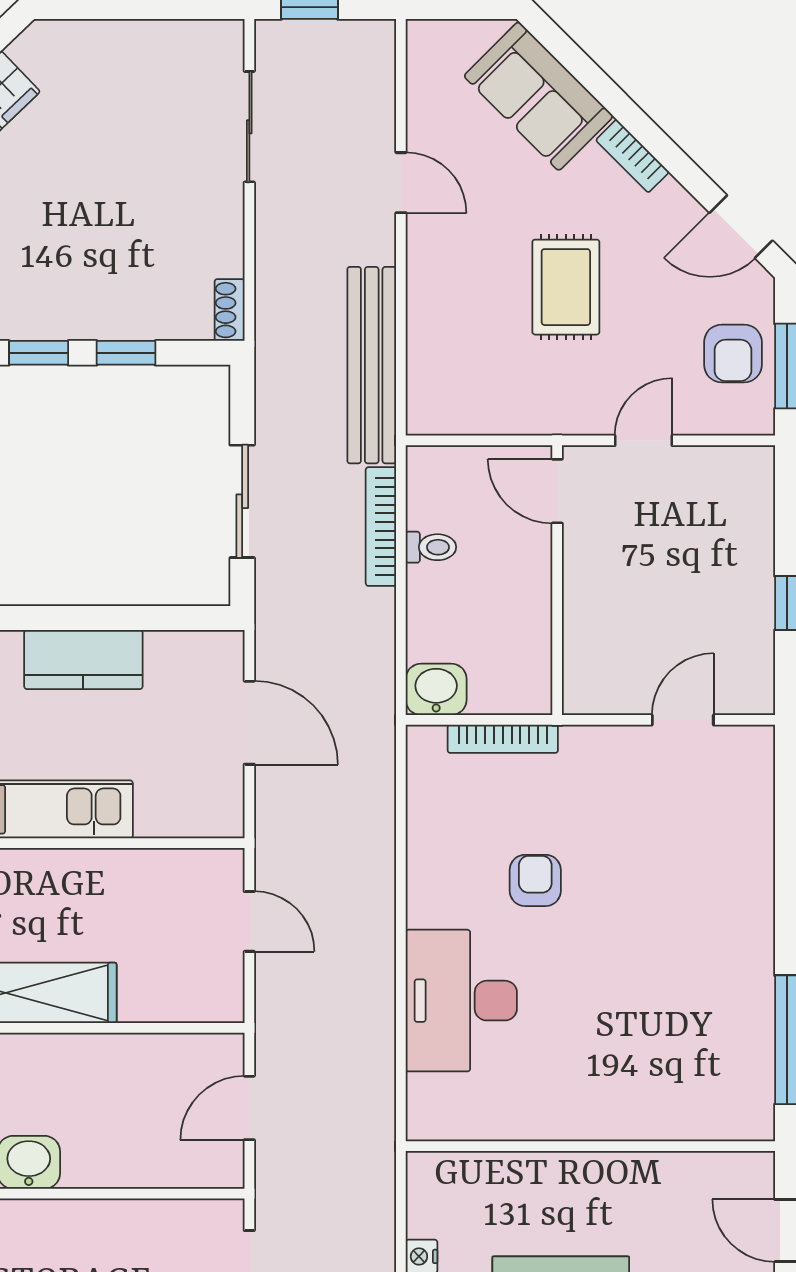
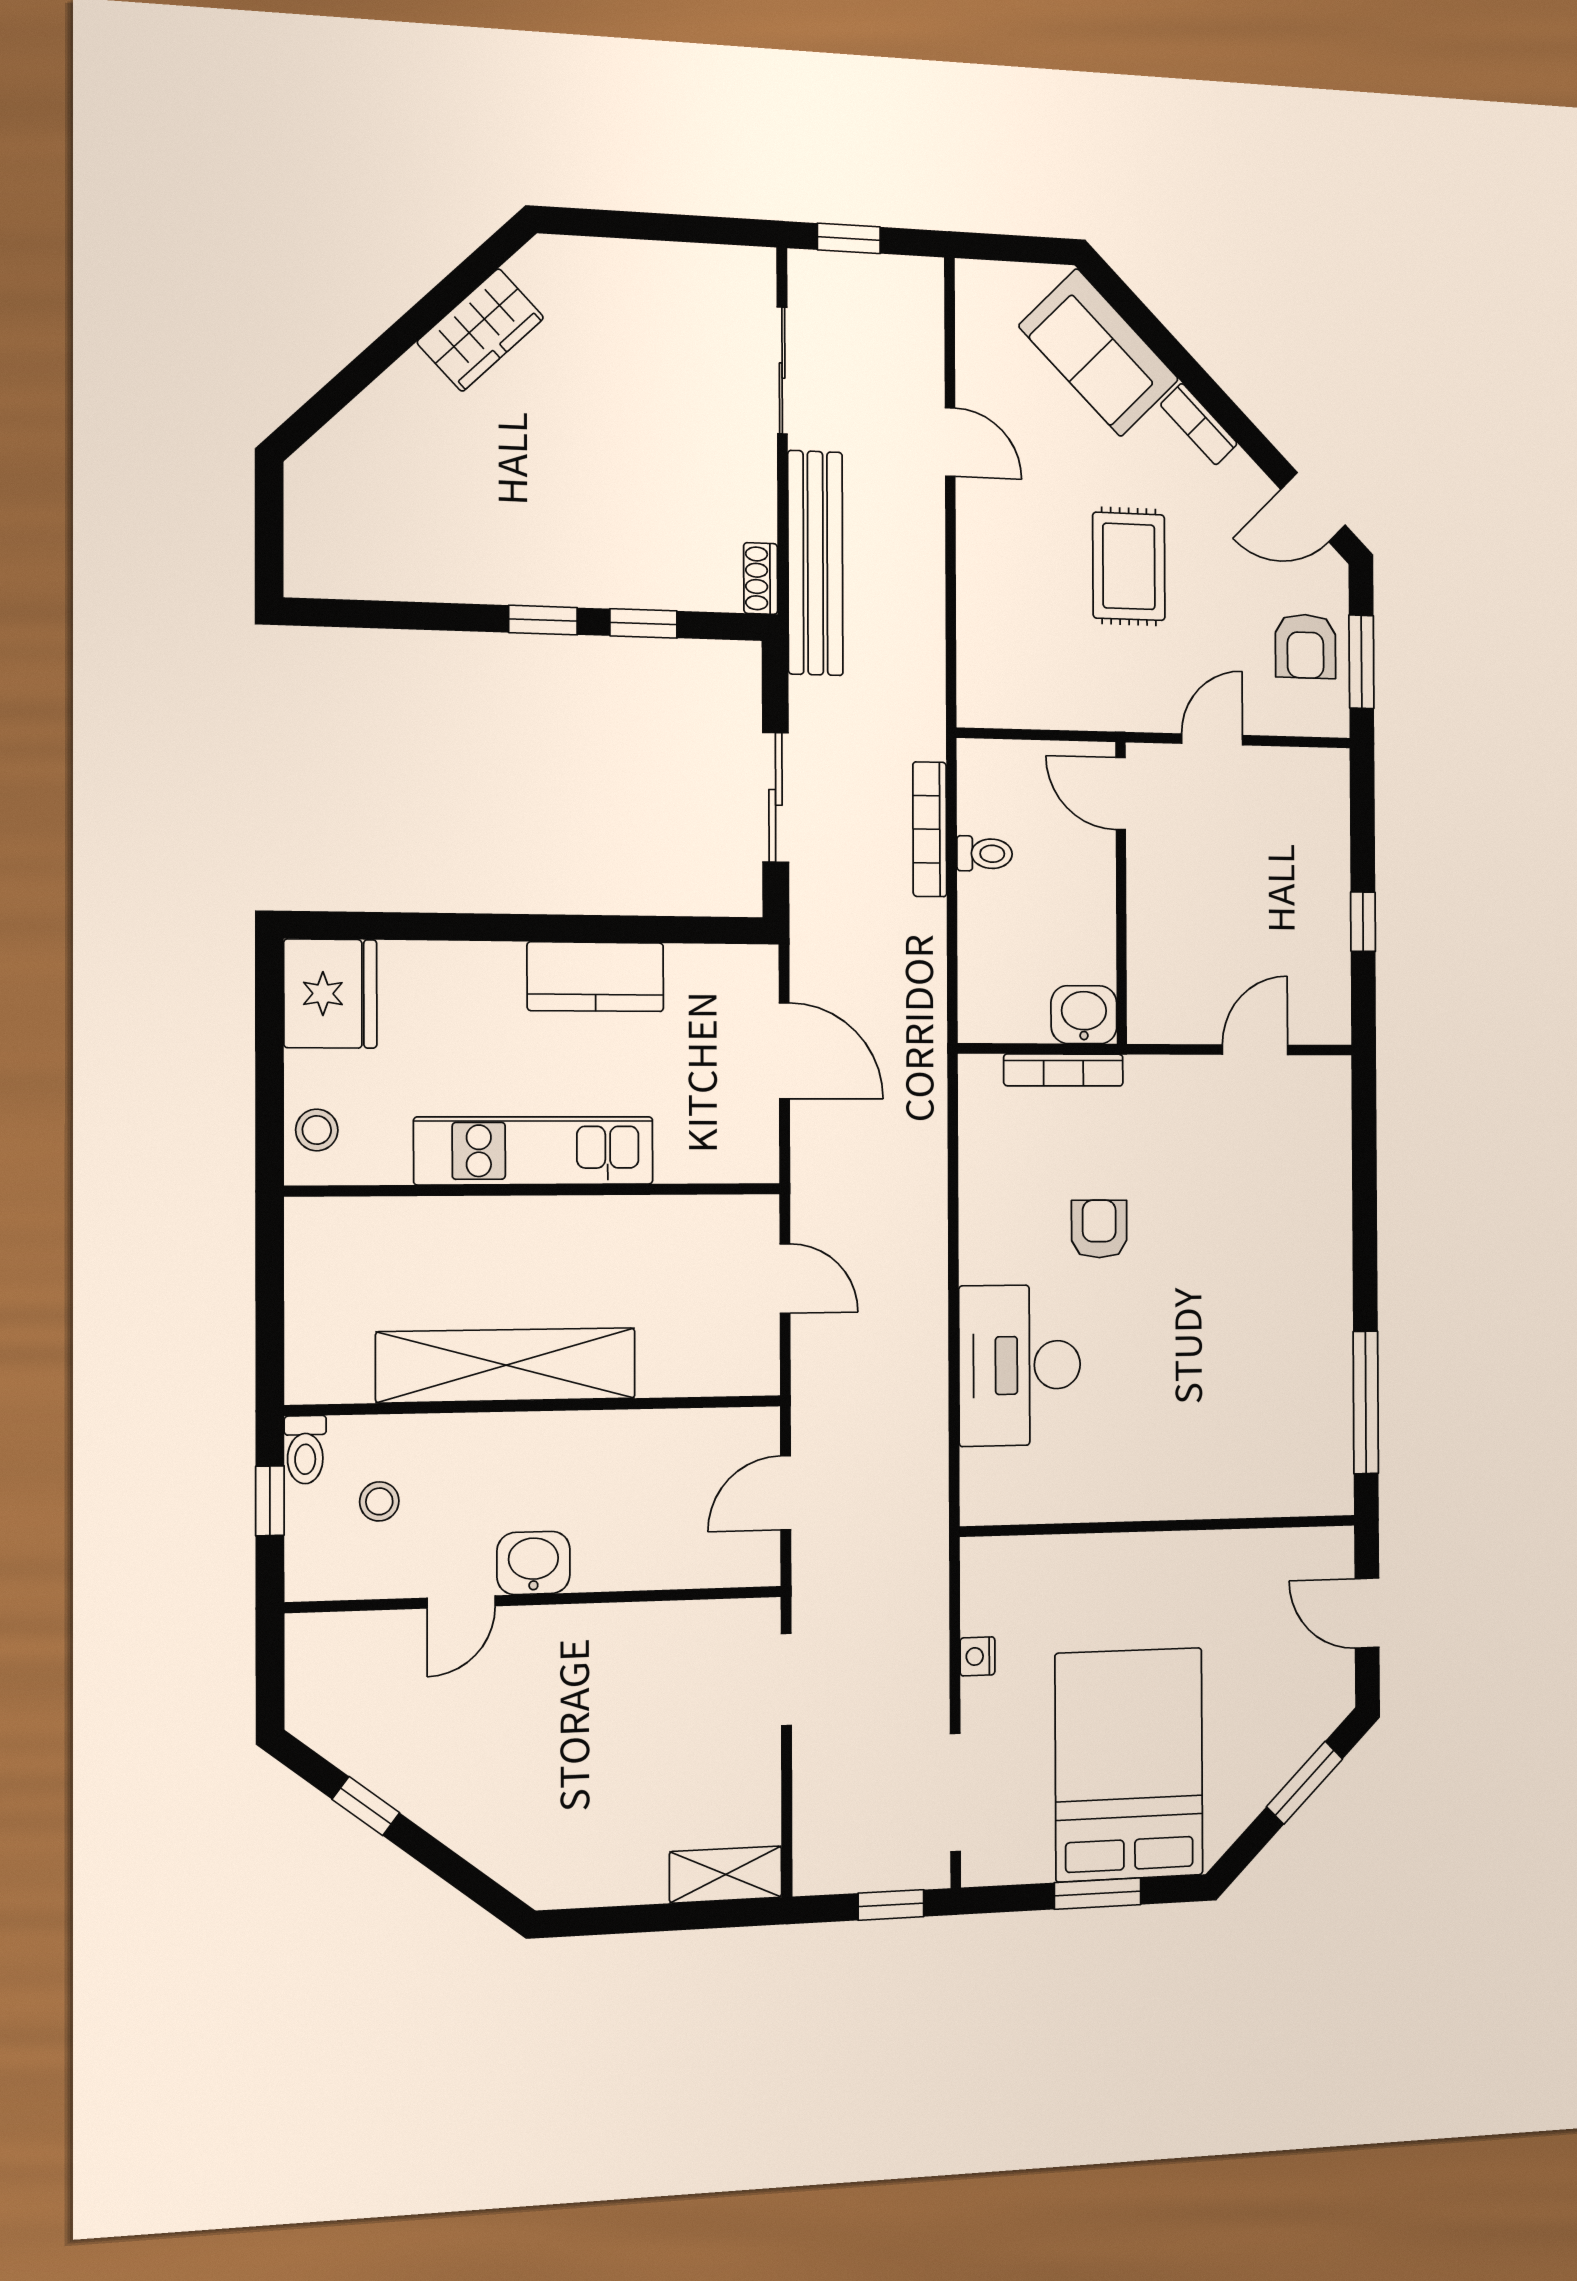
bench: (372, 365) -> (815, 563), moved
washbasin: (436, 689) -> (1084, 1015), moved

